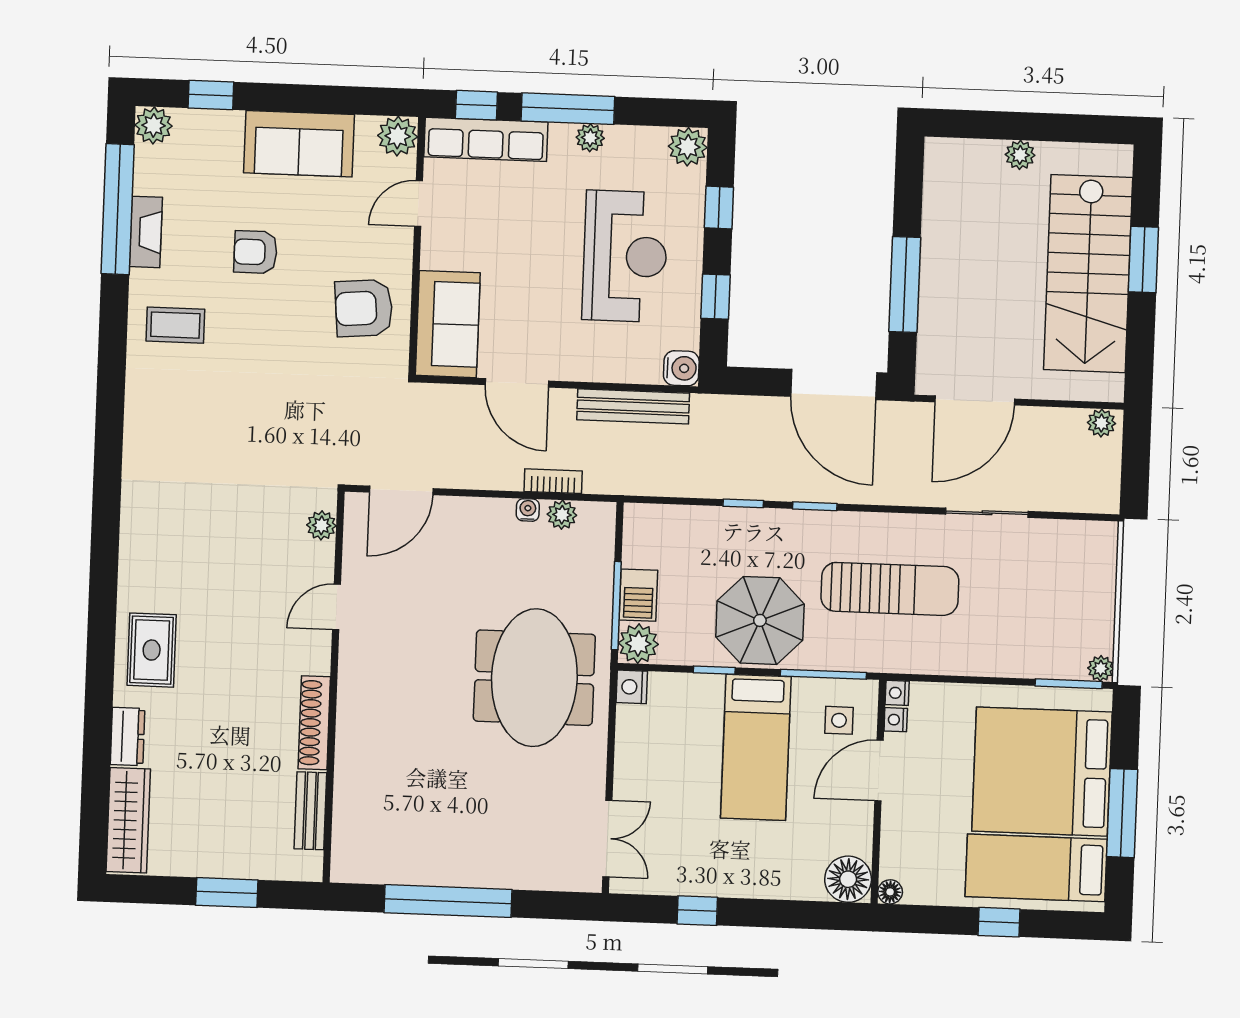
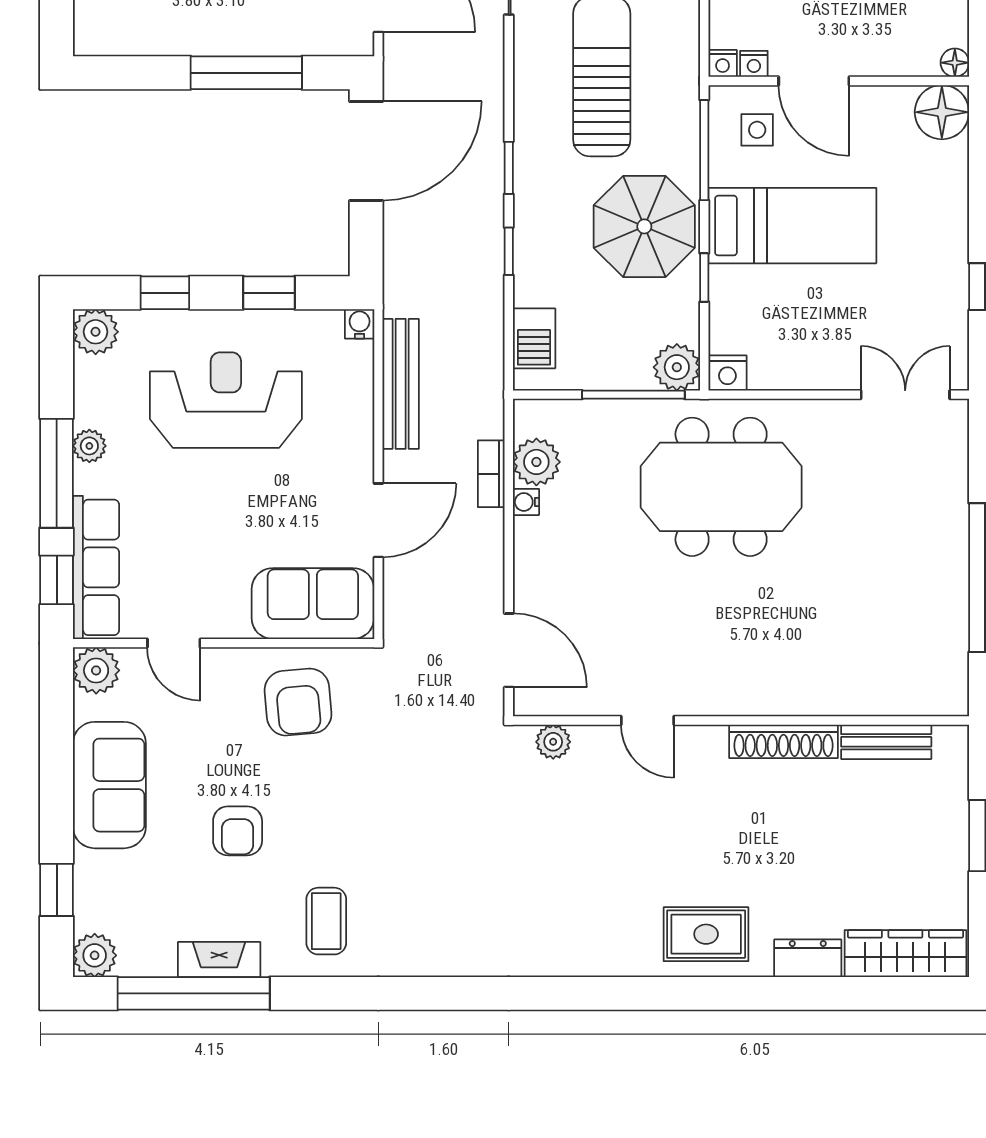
water cooler: (681, 368) -> (360, 324), width x0.72, depth x0.72
plant: (562, 515) -> (536, 462), width x1.38, depth x1.38
barbecue: (638, 595) -> (534, 338), moved, turned 90

